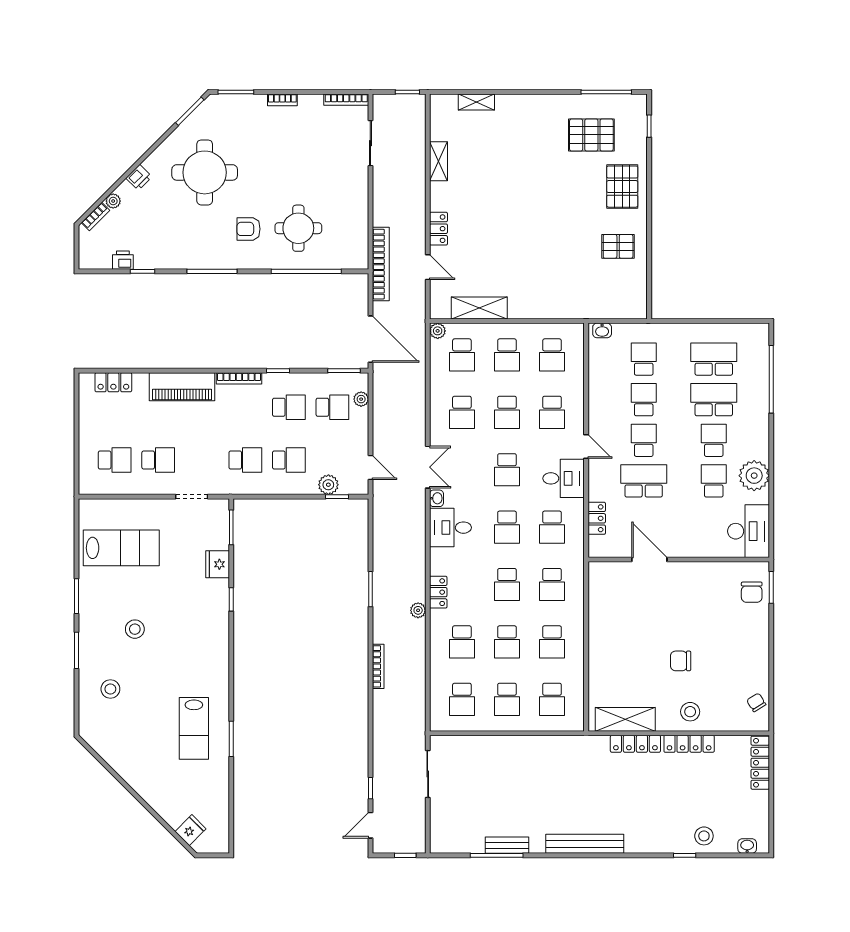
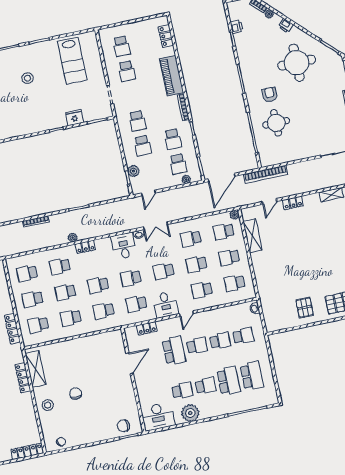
locker: (689, 744) -> (12, 329), moved

